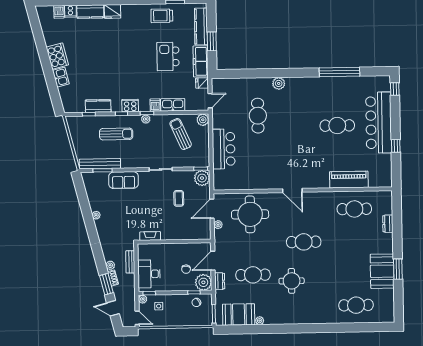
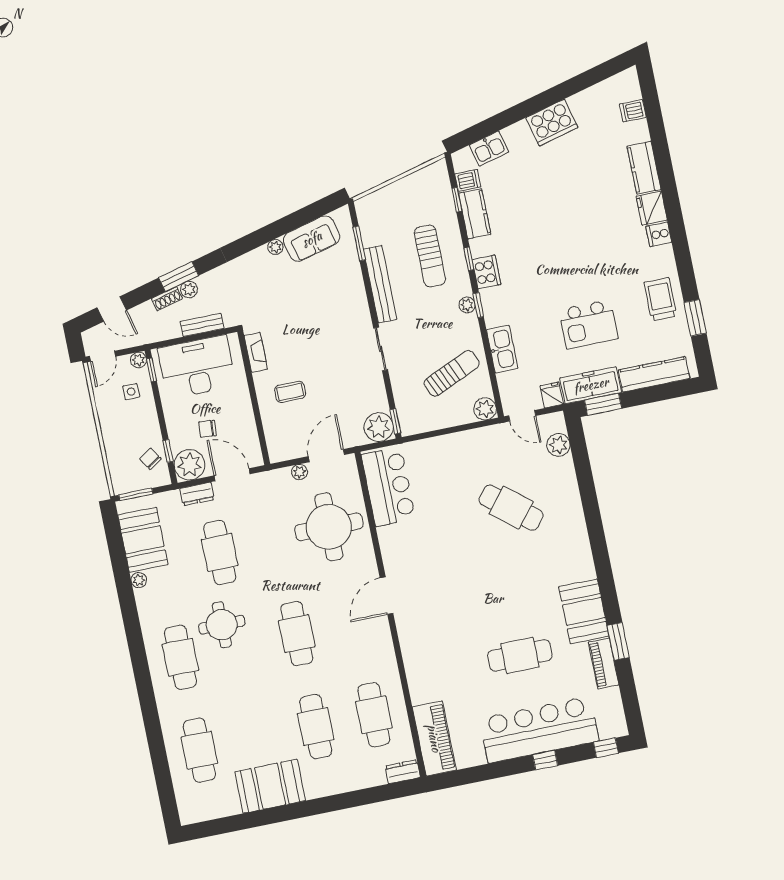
cooker: (70, 11) -> (659, 234), moved
window: (212, 41) -> (603, 404), moved
kitchen island: (168, 56) -> (588, 324), turned 180
window: (339, 72) -> (618, 641), width x0.47
kitchen sink: (61, 77) -> (489, 149), moved
piano: (350, 82) -> (604, 664), added
plant: (279, 83) -> (558, 445), moved
booth: (320, 87) -> (584, 611), added
dishwasher: (155, 105) -> (468, 180), moved
cafe table: (258, 116) -> (511, 508), turned 39
cafe table: (337, 126) -> (520, 655), turned 90
window: (396, 146) -> (545, 760), moved
bar counter: (224, 149) -> (388, 487), moved, turned -90
bench: (100, 164) -> (380, 284), moved
sofa: (123, 180) -> (312, 239), moved, turned -104
piano: (349, 180) -> (434, 738), moved
coffee table: (179, 198) -> (290, 392), moved
door: (212, 209) -> (326, 456), hinge flipped
dresser: (388, 224) -> (403, 772), moved
cafe table: (355, 241) -> (316, 727), added
window: (398, 269) -> (279, 814), removed
desk: (149, 274) -> (197, 367), width x1.36, depth x1.30
window: (106, 284) -> (179, 277), moved
cafe table: (305, 306) -> (181, 657), added
door: (113, 308) -> (112, 309), swing flipped

